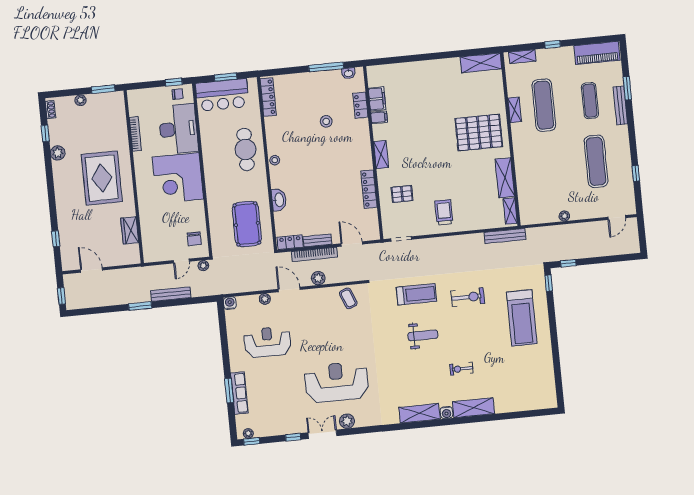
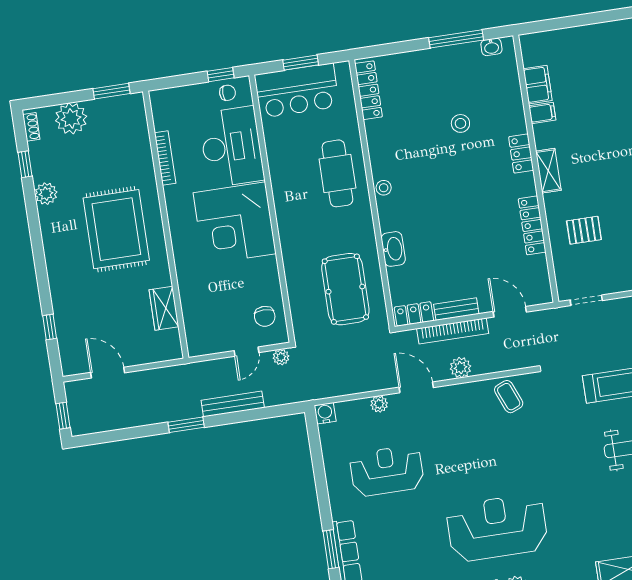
plant: (81, 100) -> (71, 118), width x1.87, depth x1.87
locker: (360, 105) -> (521, 154), moved

